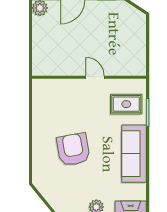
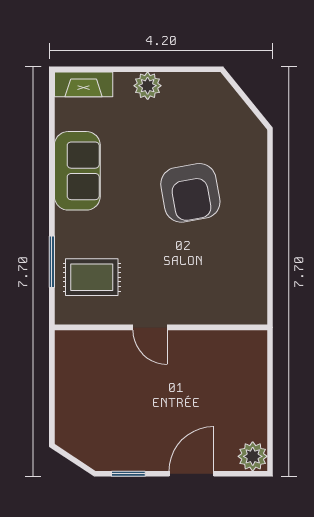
sofa: (134, 154) -> (77, 171), width x0.73

